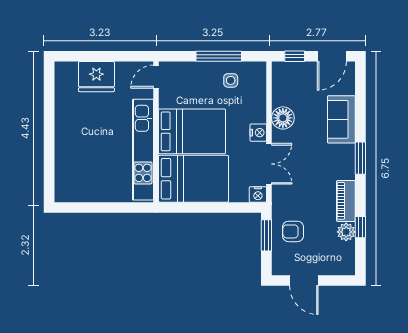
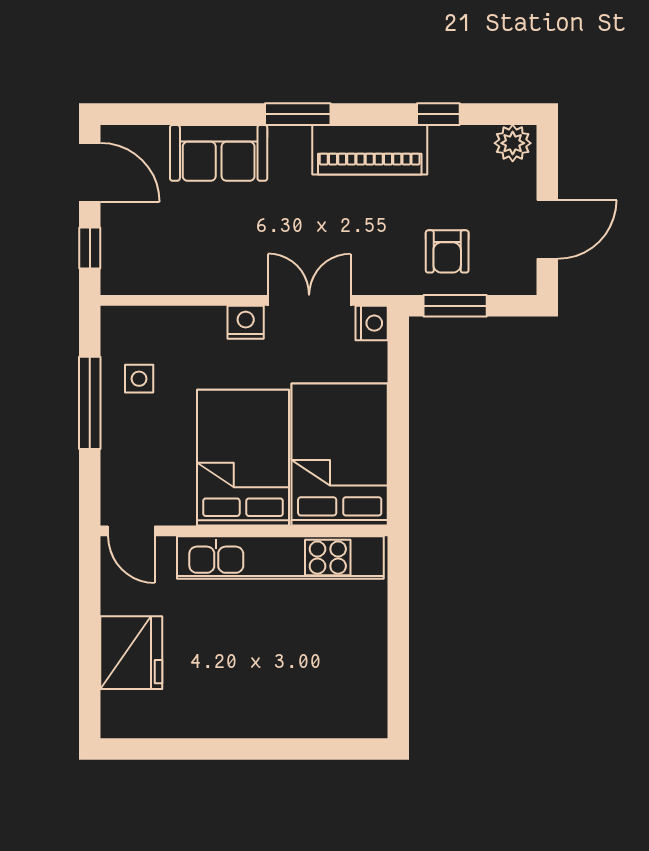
floor lamp: (283, 118) -> (216, 272), removed
piano: (346, 201) -> (370, 150), width x1.37, depth x1.33
plant: (346, 232) -> (513, 143), moved

